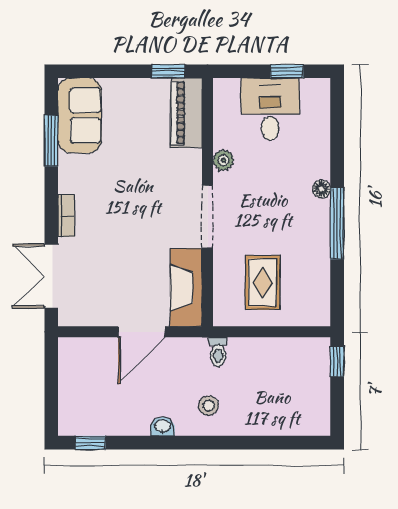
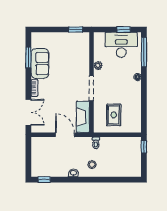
desk: (270, 109) -> (121, 45), width x1.37
piano: (187, 113) -> (83, 46), removed
sofa: (80, 115) -> (40, 63), moved
window: (337, 223) -> (144, 52), moved
double door: (51, 276) -> (28, 112), swing flipped
door: (142, 332) -> (65, 135), swing flipped

